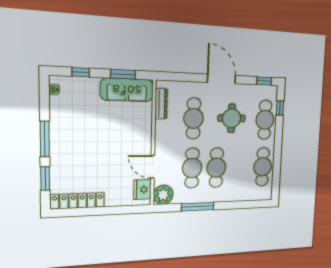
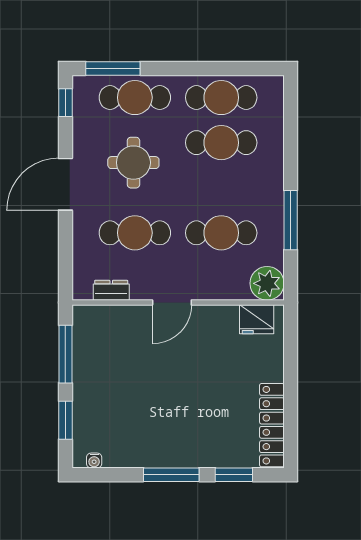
window: (81, 72) -> (65, 420), width x1.50
window: (123, 74) -> (65, 354), width x1.44
sofa: (127, 90) -> (90, 347), removed
dresser: (161, 104) -> (111, 290), width x0.70
window: (280, 108) -> (113, 68), width x2.17
door: (153, 167) -> (172, 302), moved
cafe table: (216, 168) -> (221, 143), moved

